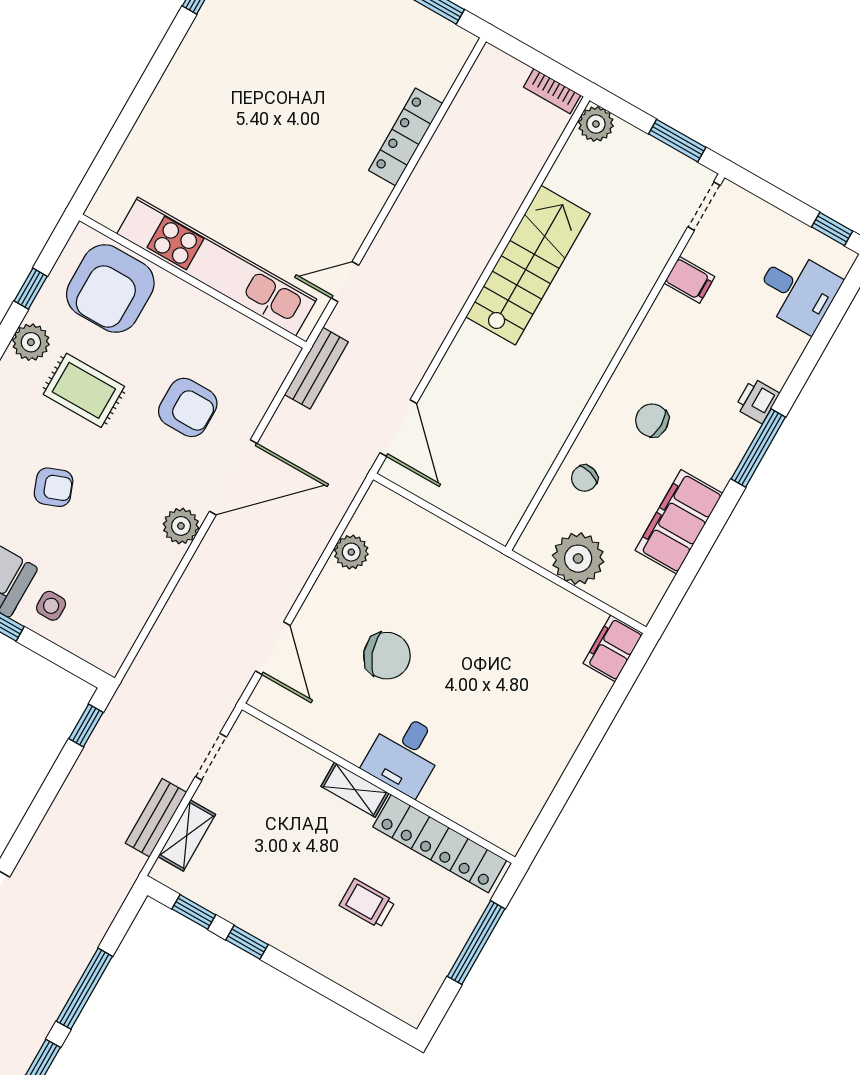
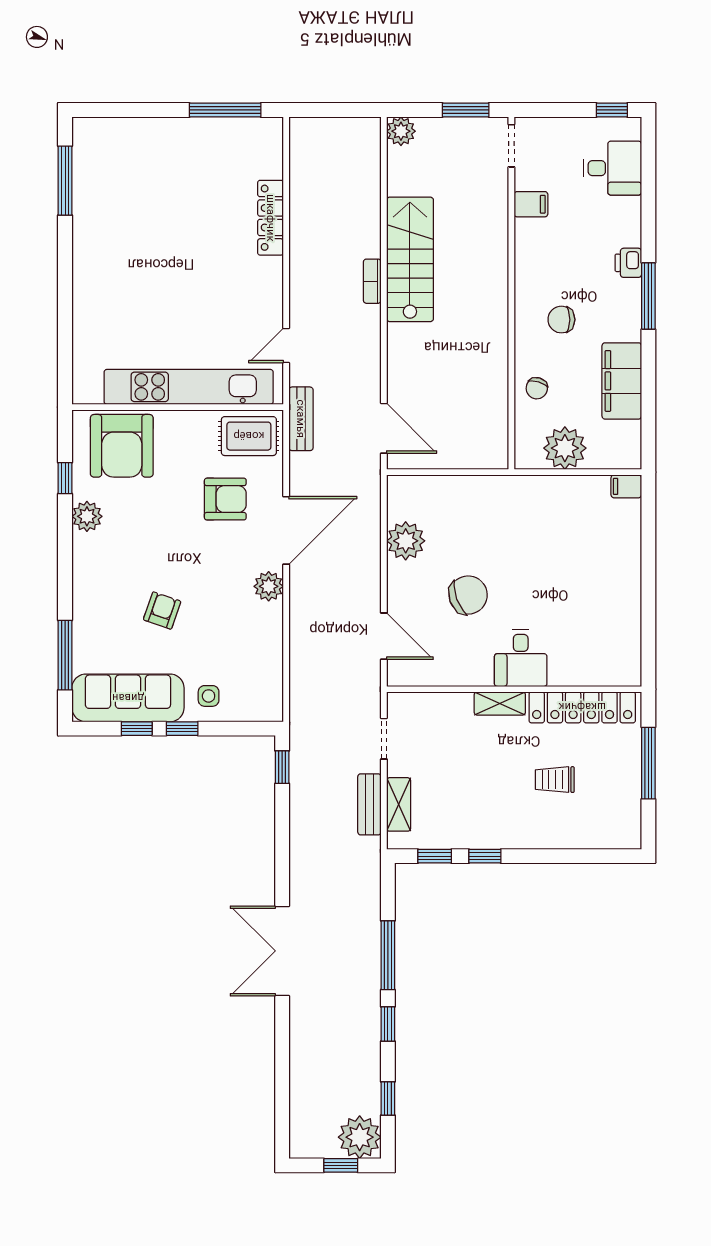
bookcase: (552, 91) -> (372, 281), moved, turned 90
rug: (84, 390) -> (249, 436), moved
armchair: (54, 487) -> (162, 610), turned -50
plant: (351, 552) -> (406, 541), width x1.36, depth x1.36
filing cabinet: (613, 648) -> (626, 486), width x0.50

